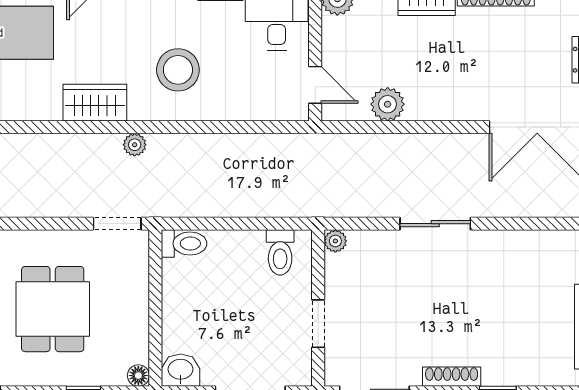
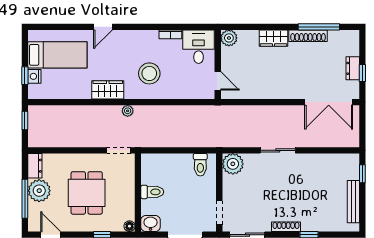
plant: (388, 104) -> (254, 91), removed
plant: (335, 241) -> (233, 164), width x1.88, depth x1.88
toilet: (184, 243) -> (152, 192), moved
doorway: (318, 324) -> (219, 213), moved

